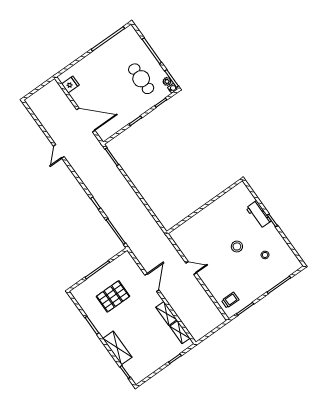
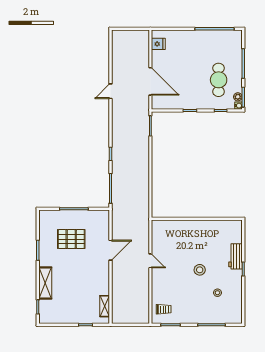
shelving: (166, 313) -> (104, 283), removed

